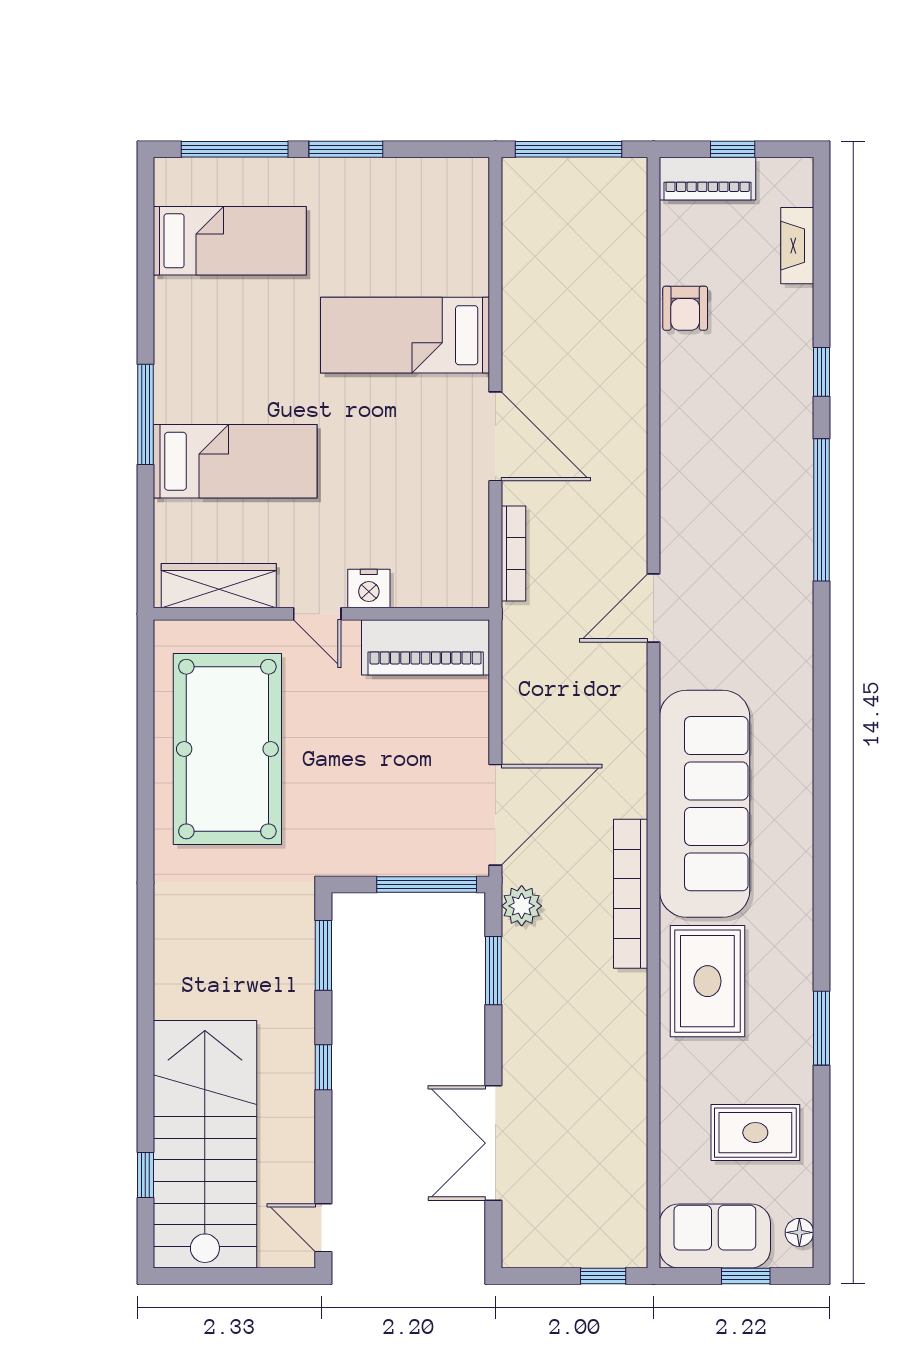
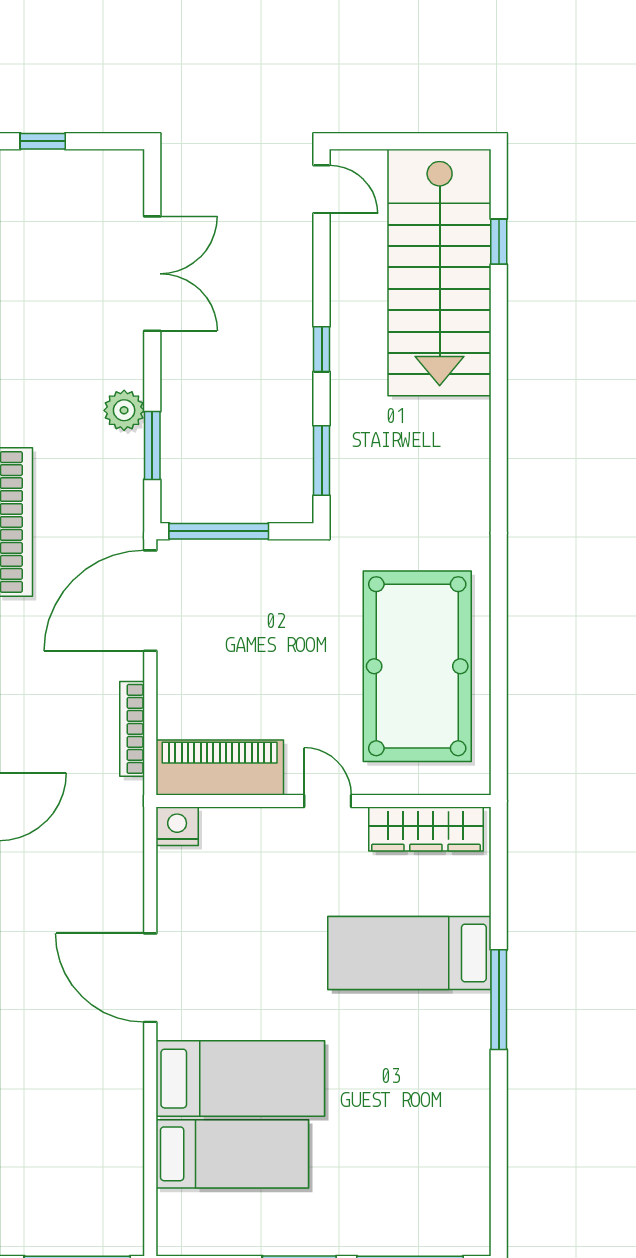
bed: (230, 241) -> (232, 1154), moved, turned 180
bookcase: (513, 553) -> (132, 729), moved
nightstand: (369, 588) -> (177, 826), moved
plant: (522, 906) -> (124, 410), moved

